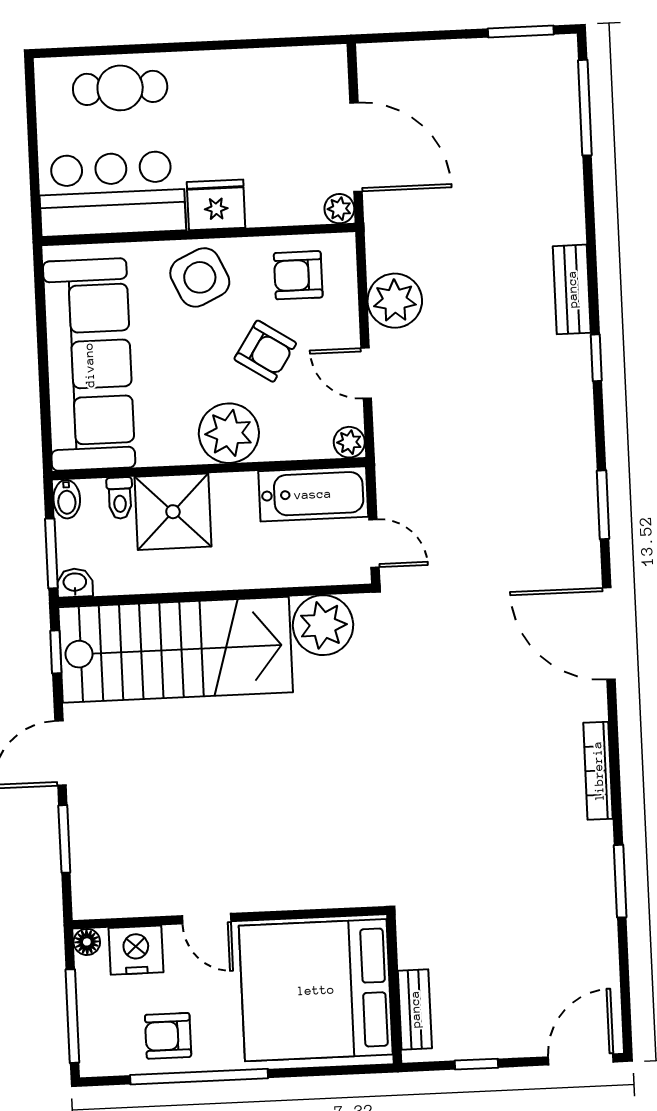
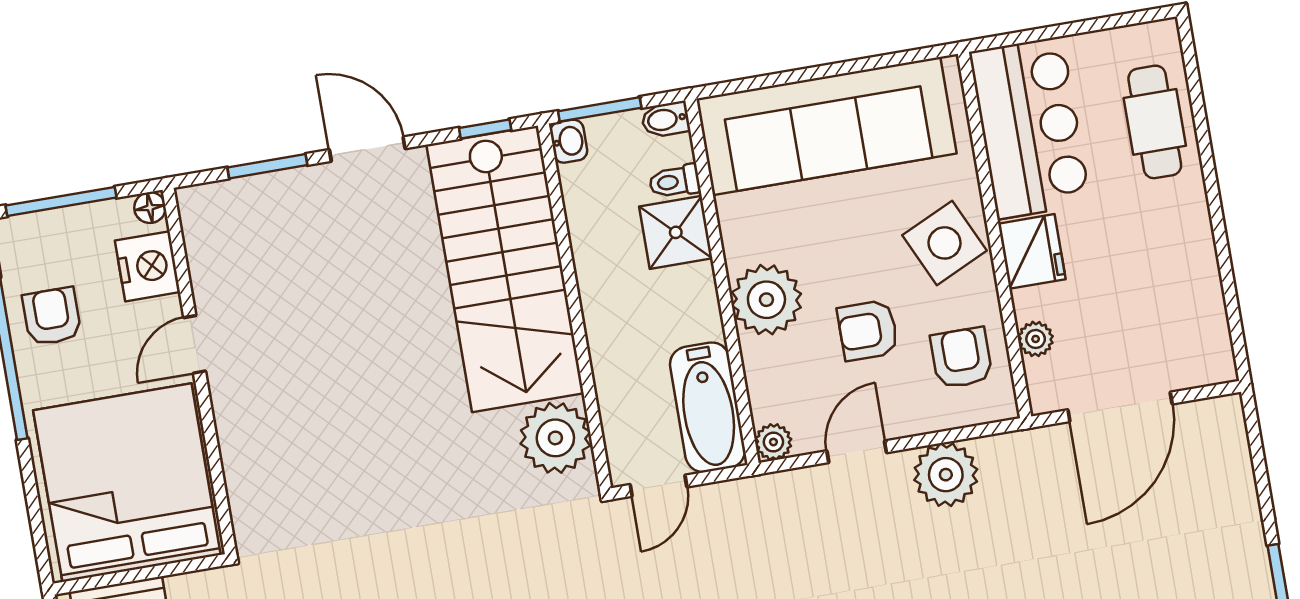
plant: (339, 209) -> (1036, 339), moved
armchair: (265, 351) -> (868, 330), turned 57
shower: (173, 512) -> (676, 232), width x0.73, depth x0.73

